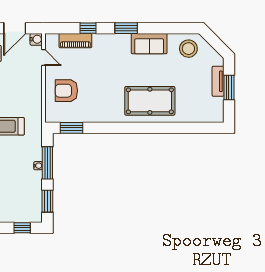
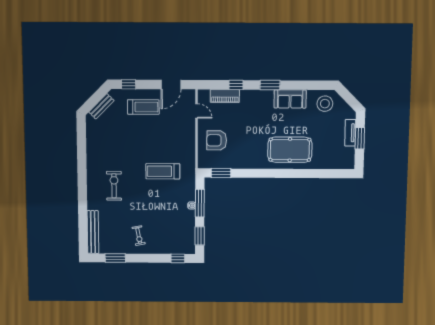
water cooler: (36, 39) -> (190, 95), removed

